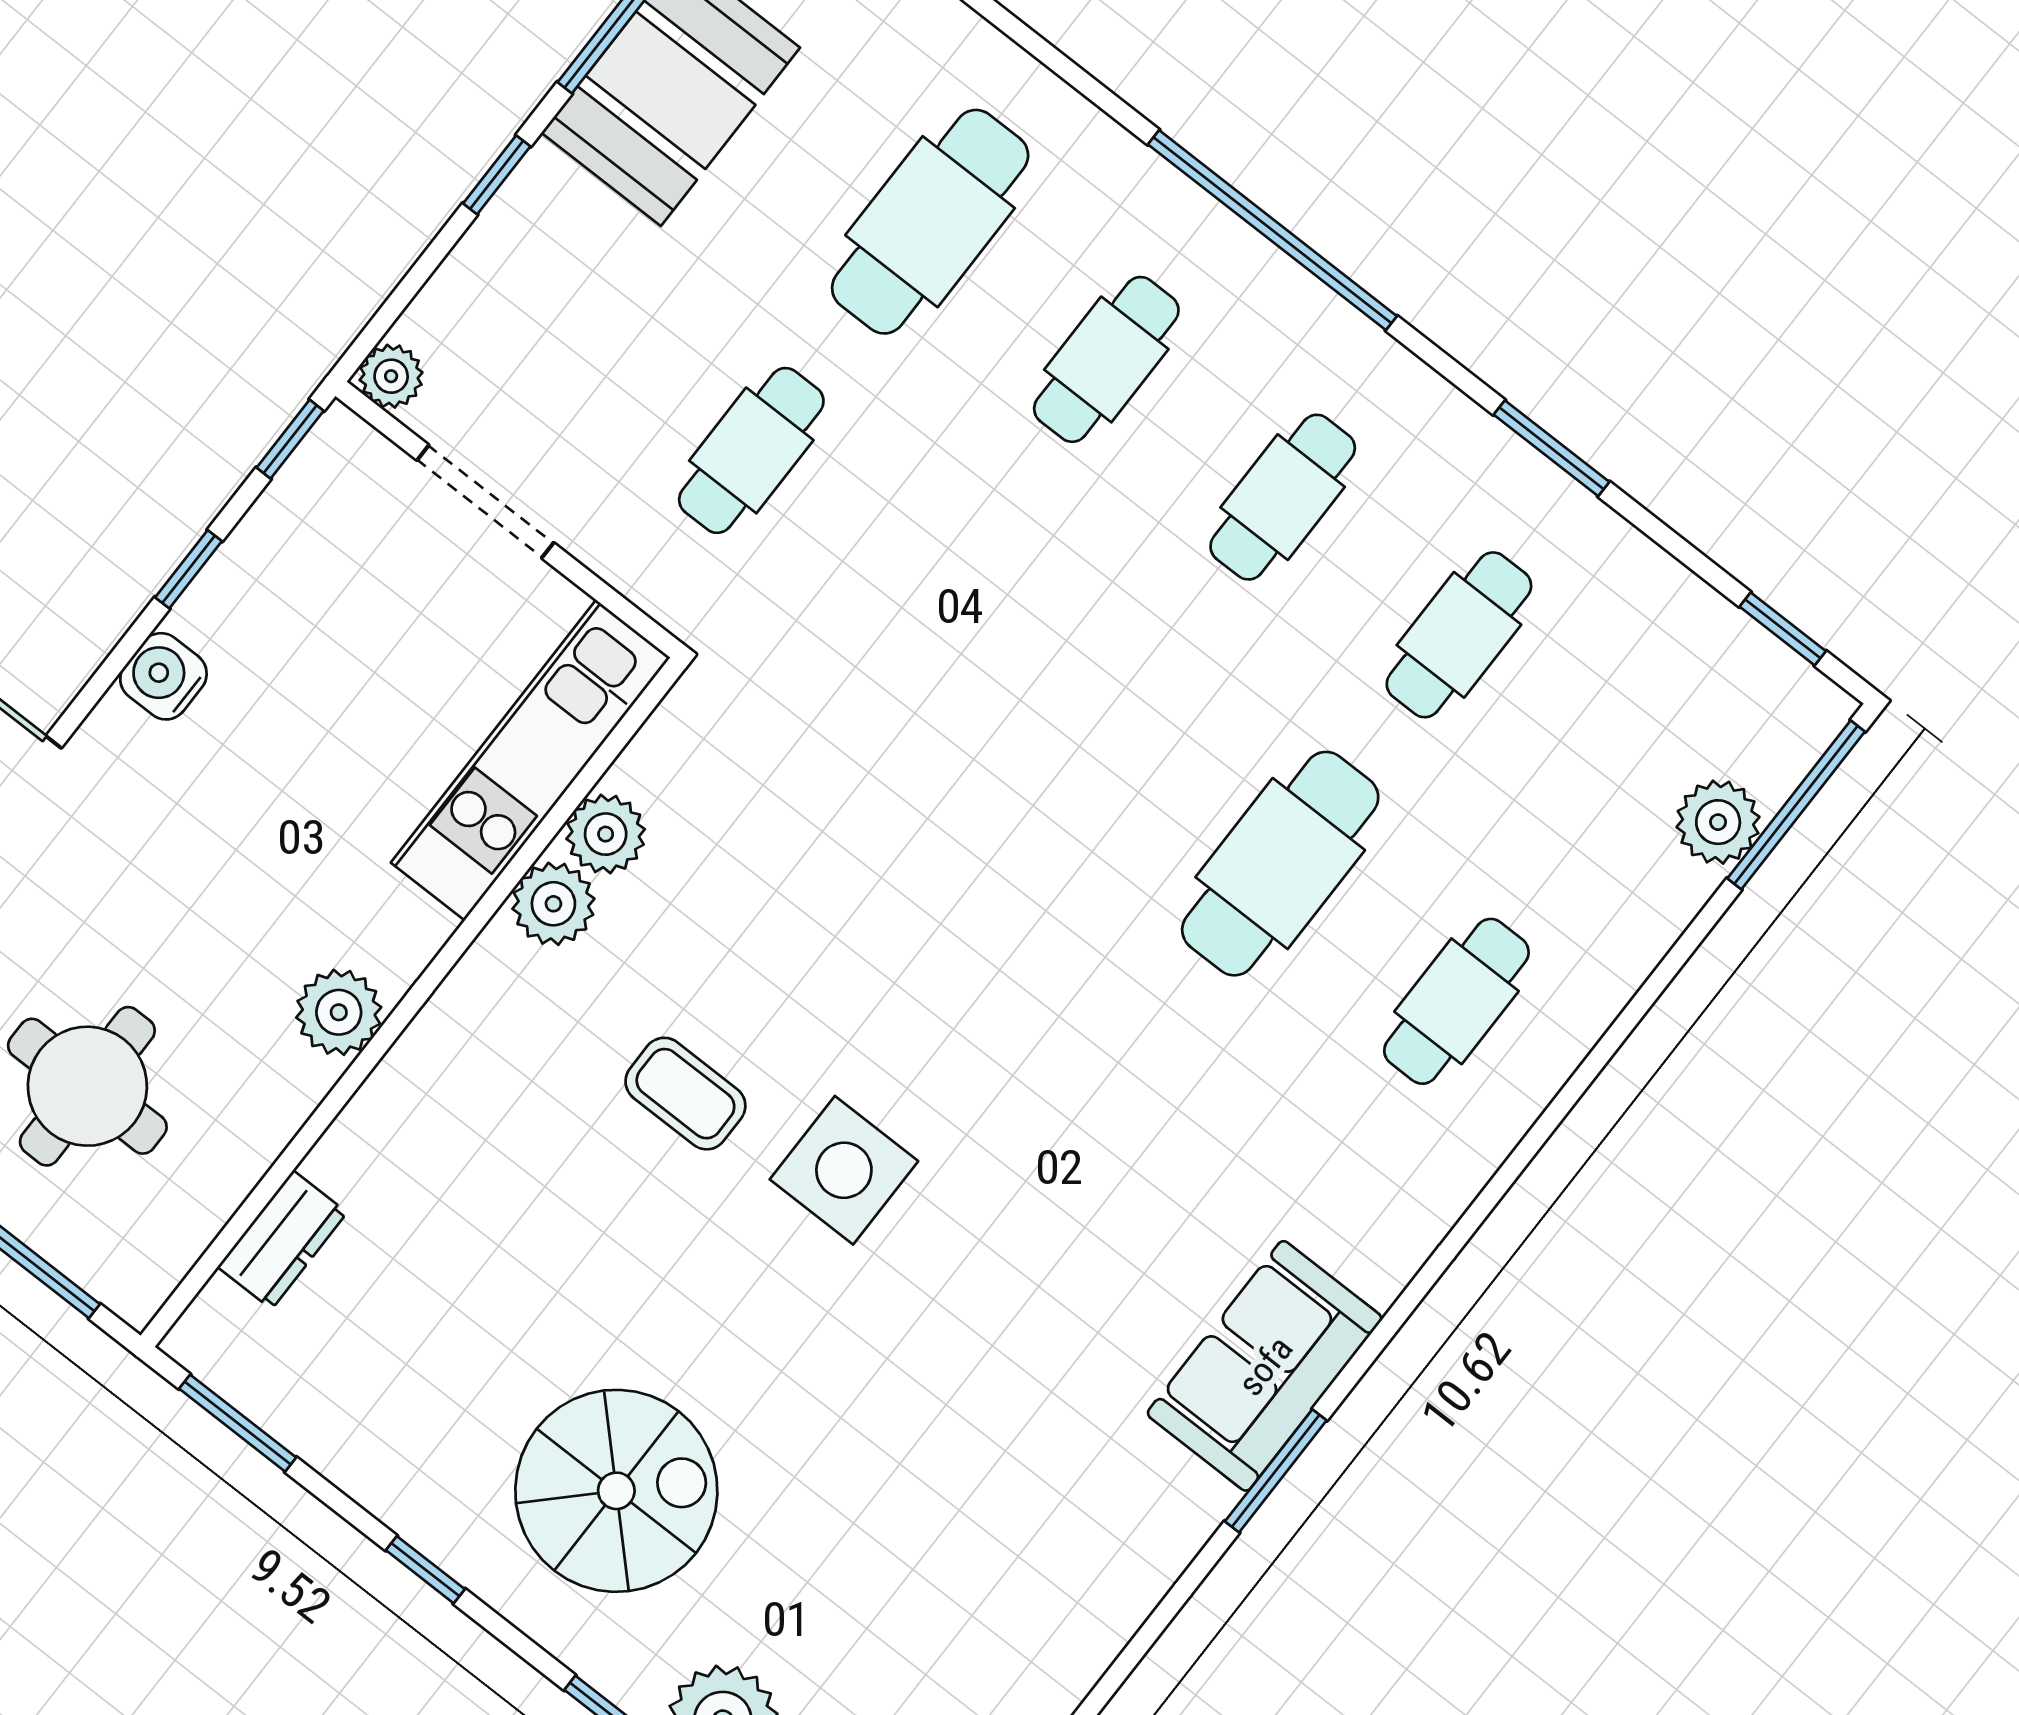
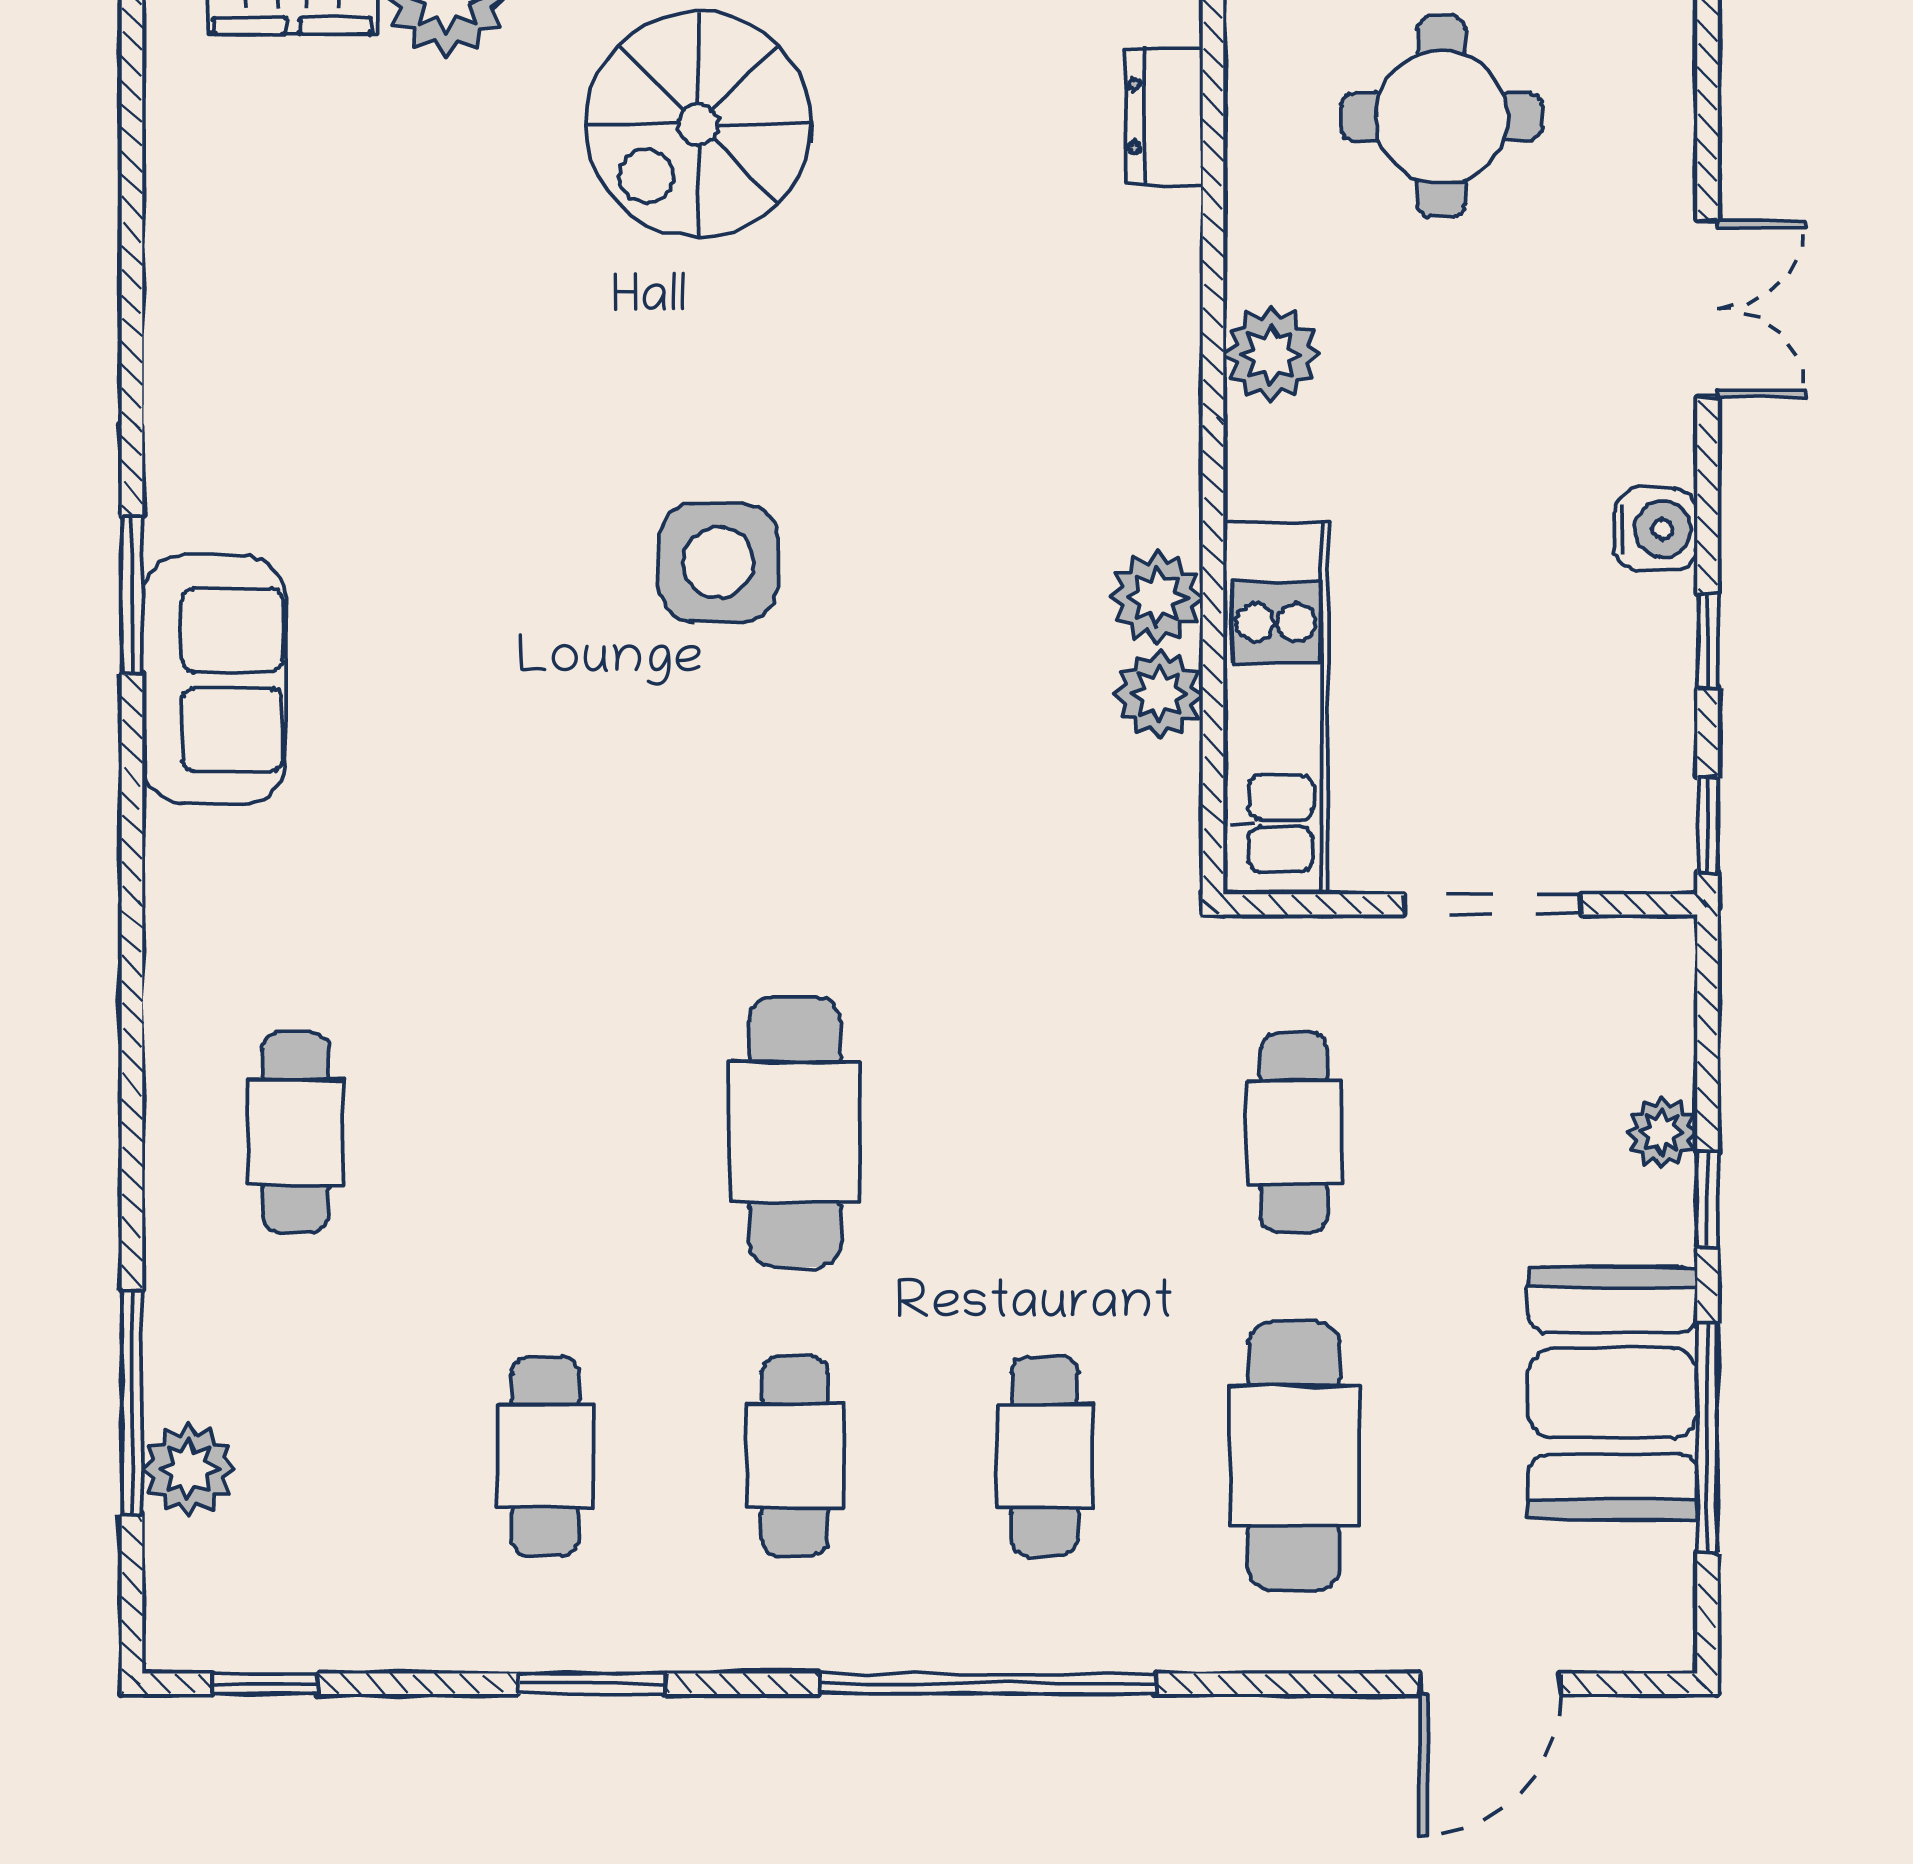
plant: (391, 376) -> (1662, 1133), moved
window: (1796, 805) -> (132, 1402), moved
cafe table: (1280, 864) -> (795, 1132), moved
coffee table: (685, 1094) -> (910, 521), removed

